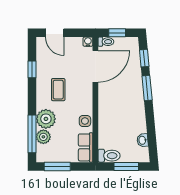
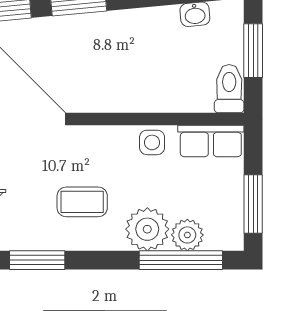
window: (32, 69) -> (37, 260), width x1.50

